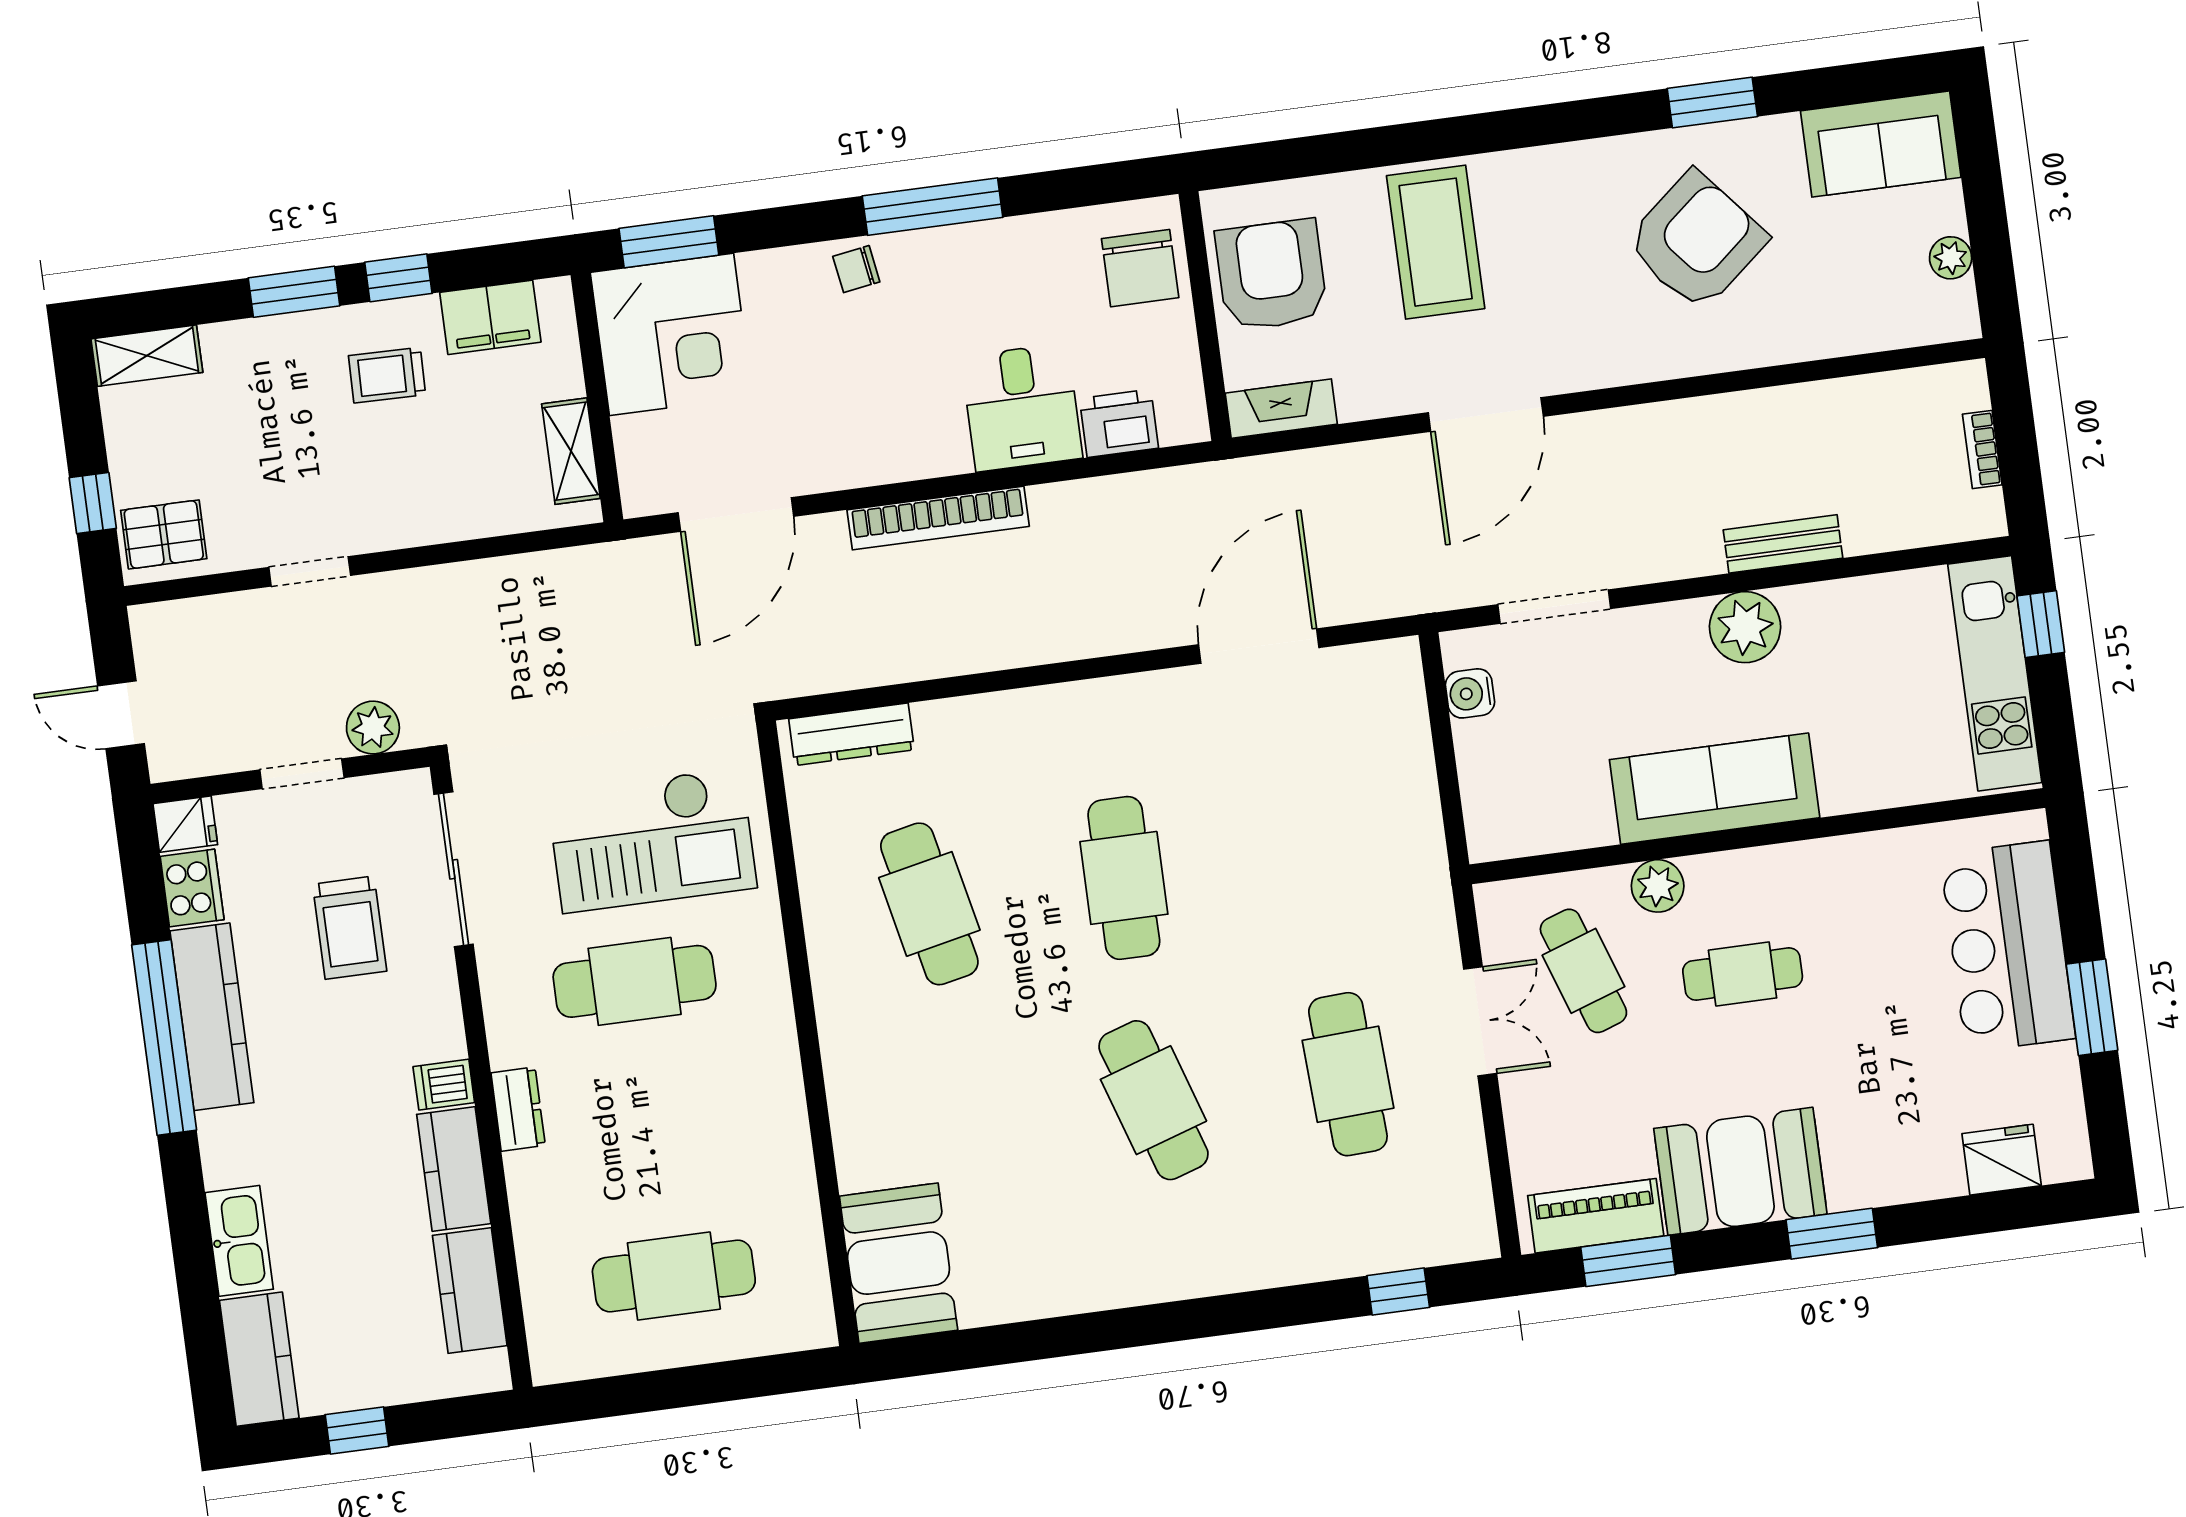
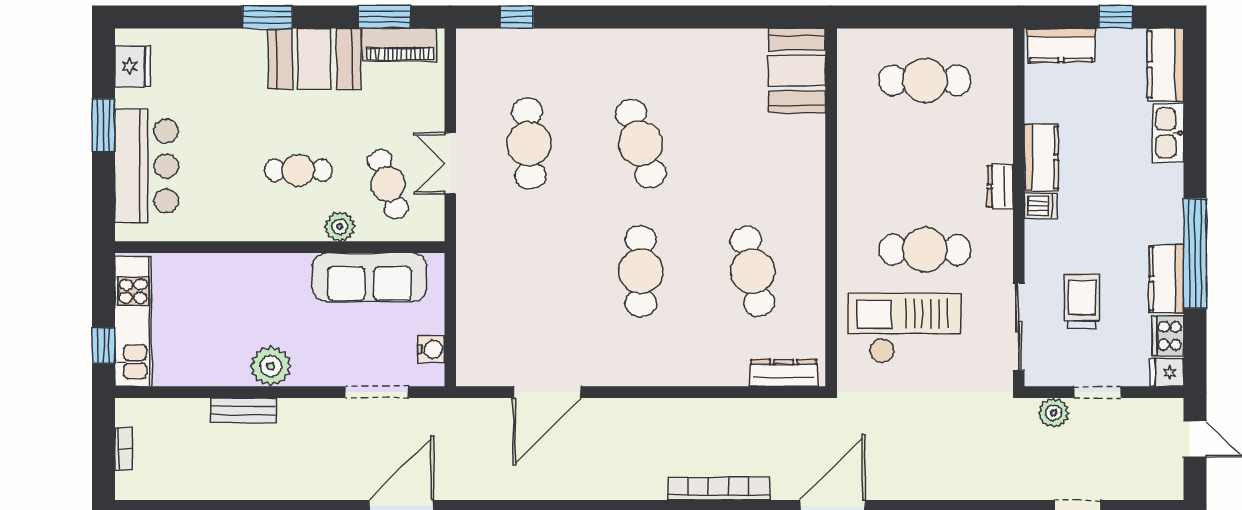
sofa: (1715, 789) -> (369, 277), moved
kitchen counter: (212, 1017) -> (1166, 279), width x0.67
fridge: (2002, 1160) -> (132, 66), moved, turned -90
kitchen counter: (470, 1290) -> (1061, 45), moved, turned 90

